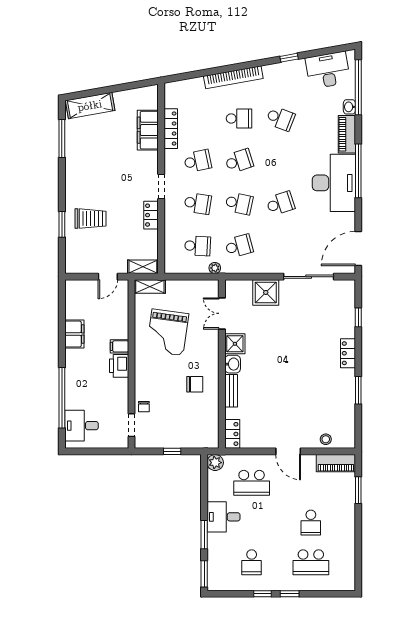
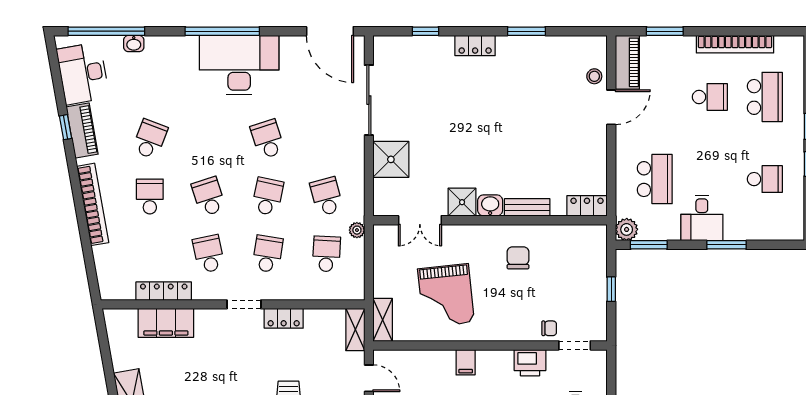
piano: (347, 134) -> (82, 131), moved, turned -100
grand piano: (168, 332) -> (446, 296), turned 76
printer: (119, 366) -> (530, 363), moved
door: (288, 451) -> (611, 107), moved
bookcase: (349, 541) -> (735, 44), added
window: (204, 574) -> (649, 245), moved

